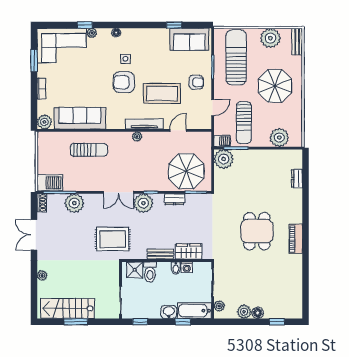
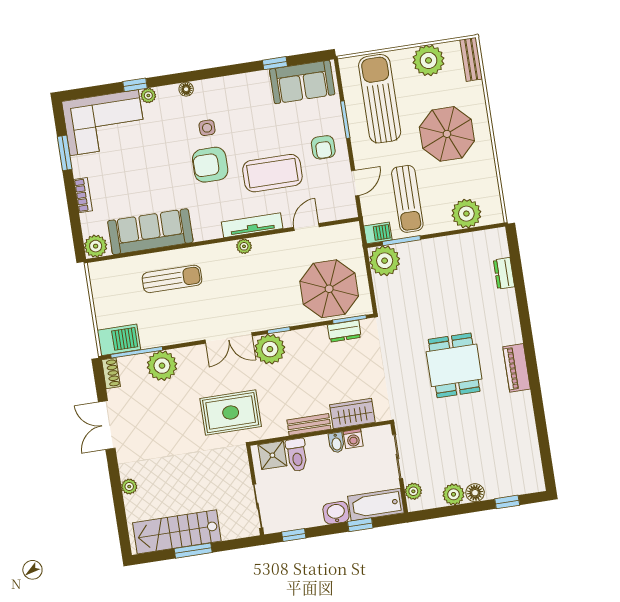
armchair: (196, 82) -> (323, 147), turned 90
dresser: (174, 199) -> (344, 331), moved

